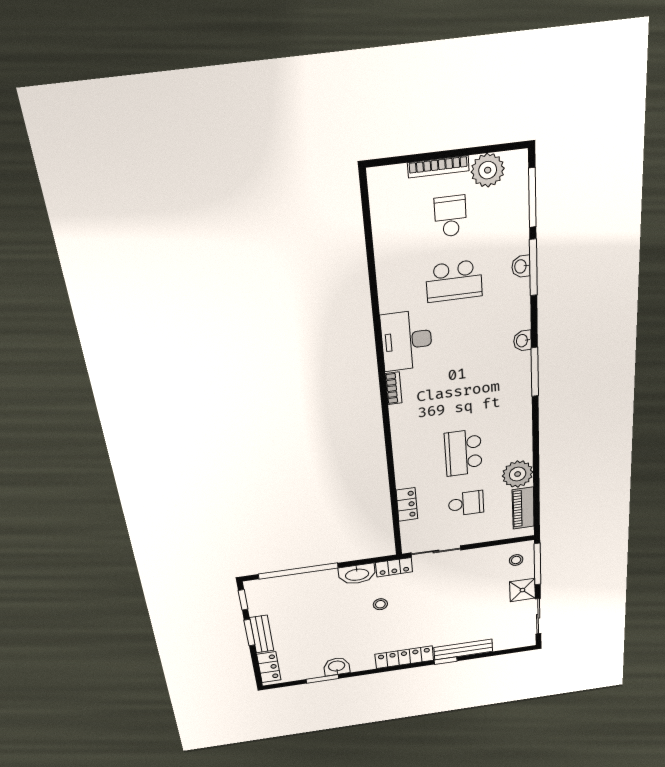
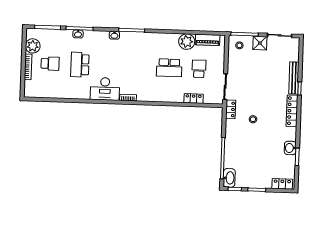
school desk: (450, 216) -> (50, 64), turned 180
school desk: (454, 281) -> (80, 65), turned 180
washbasin: (357, 574) -> (229, 178), moved
bench: (262, 634) -> (259, 184), removed

